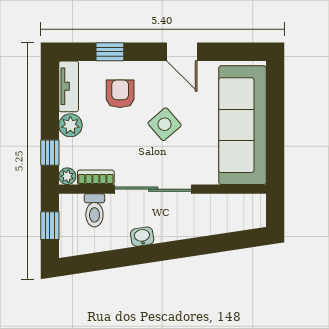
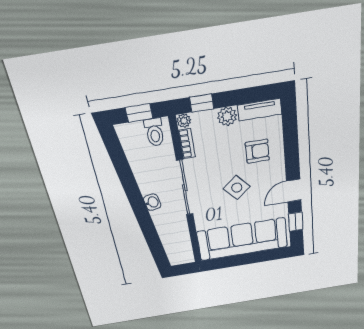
window: (110, 52) -> (296, 222), moved
toilet: (94, 210) -> (155, 132), moved, turned -90
washbasin: (142, 237) -> (152, 202), moved

